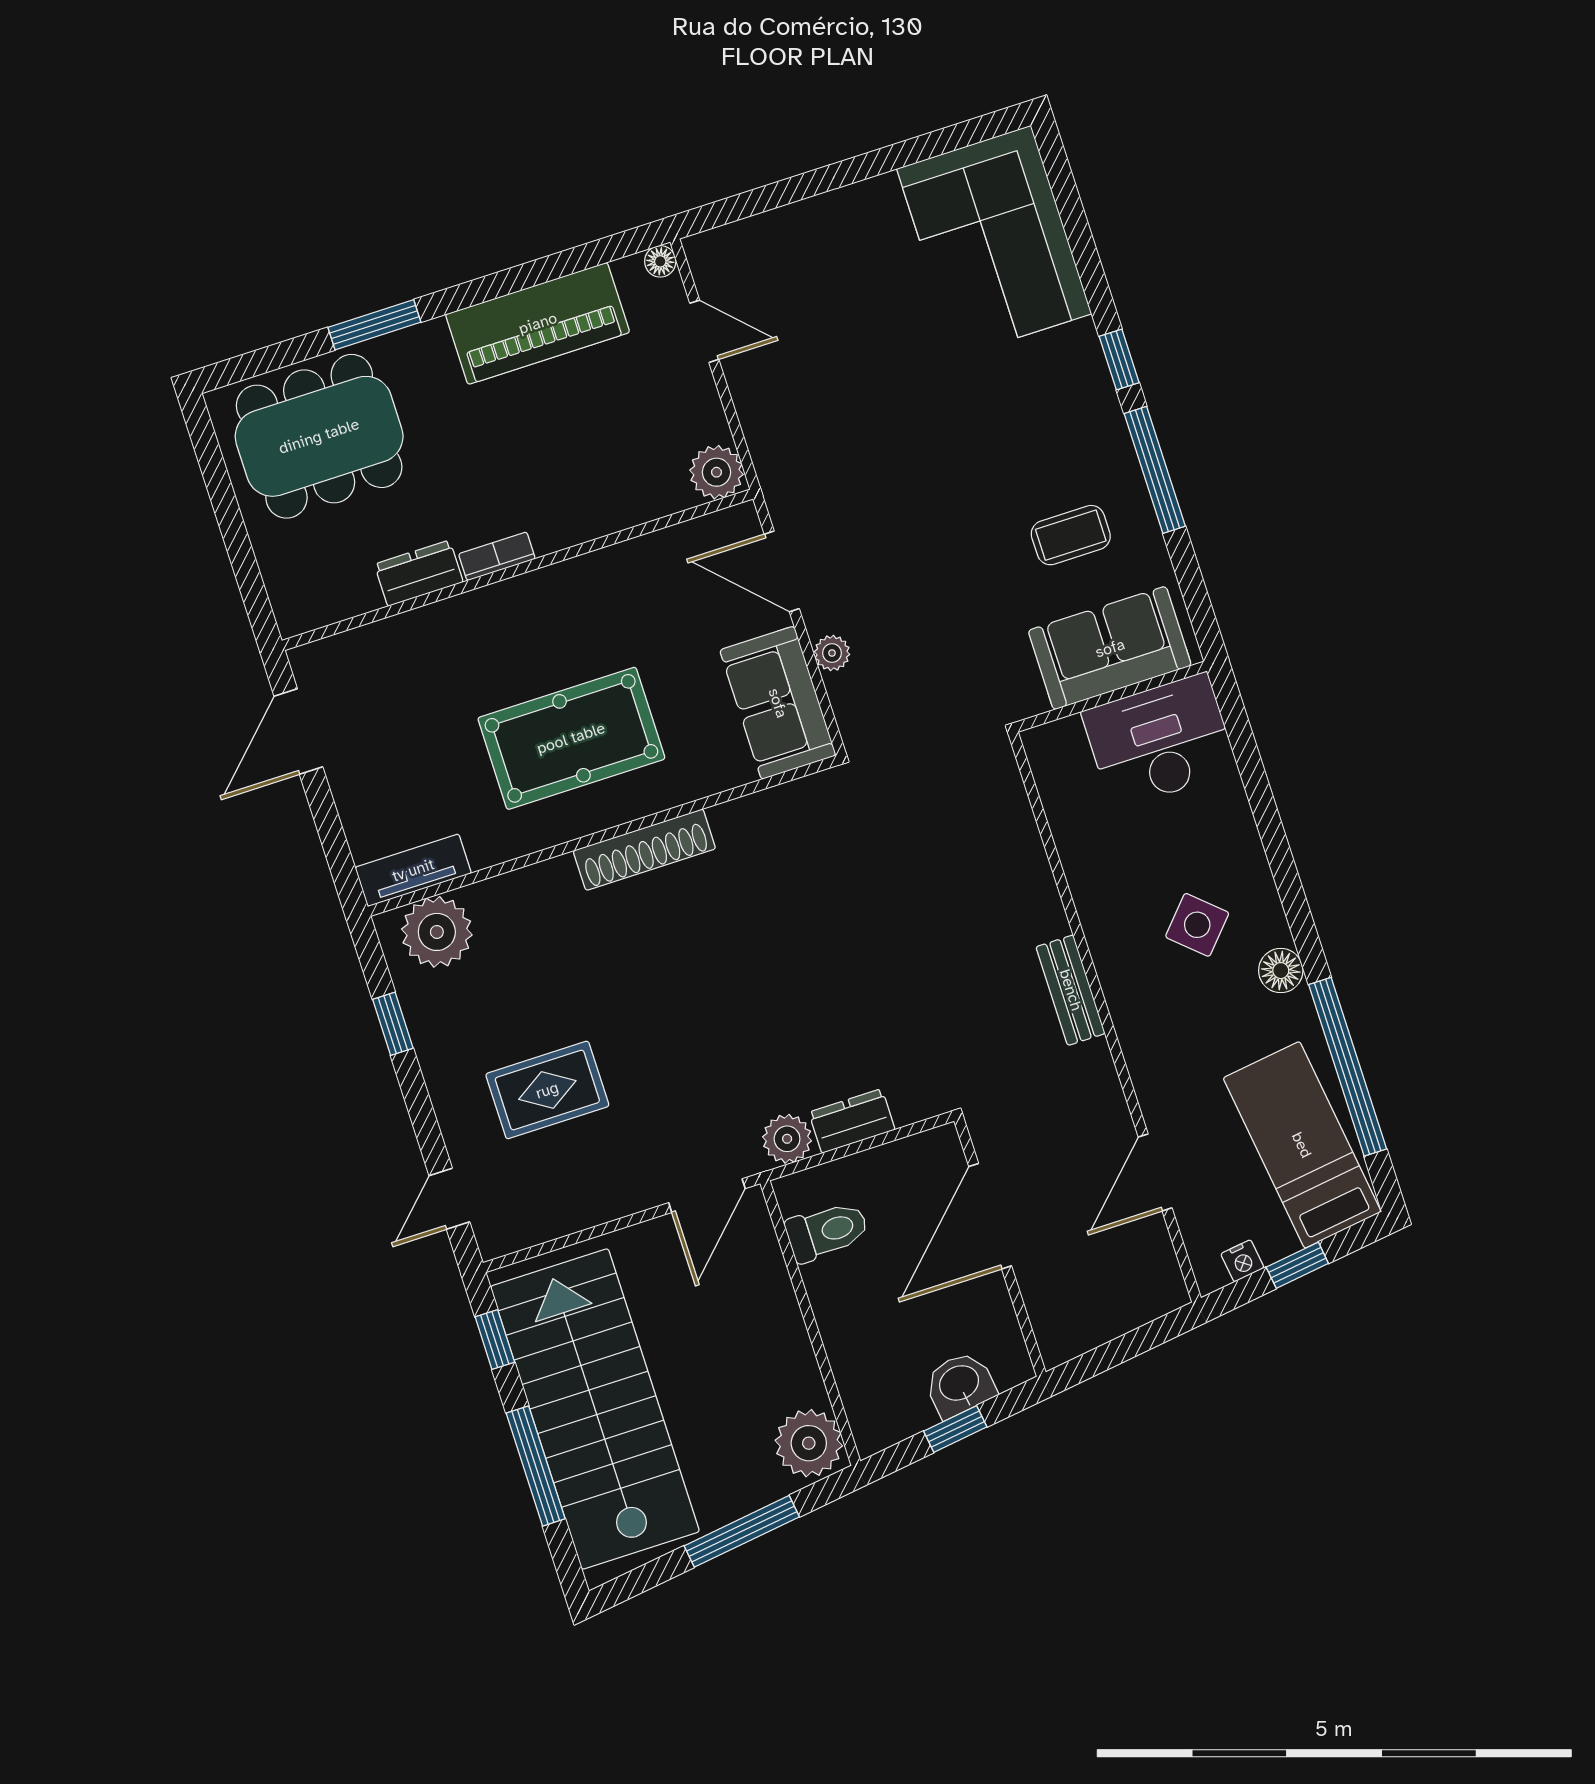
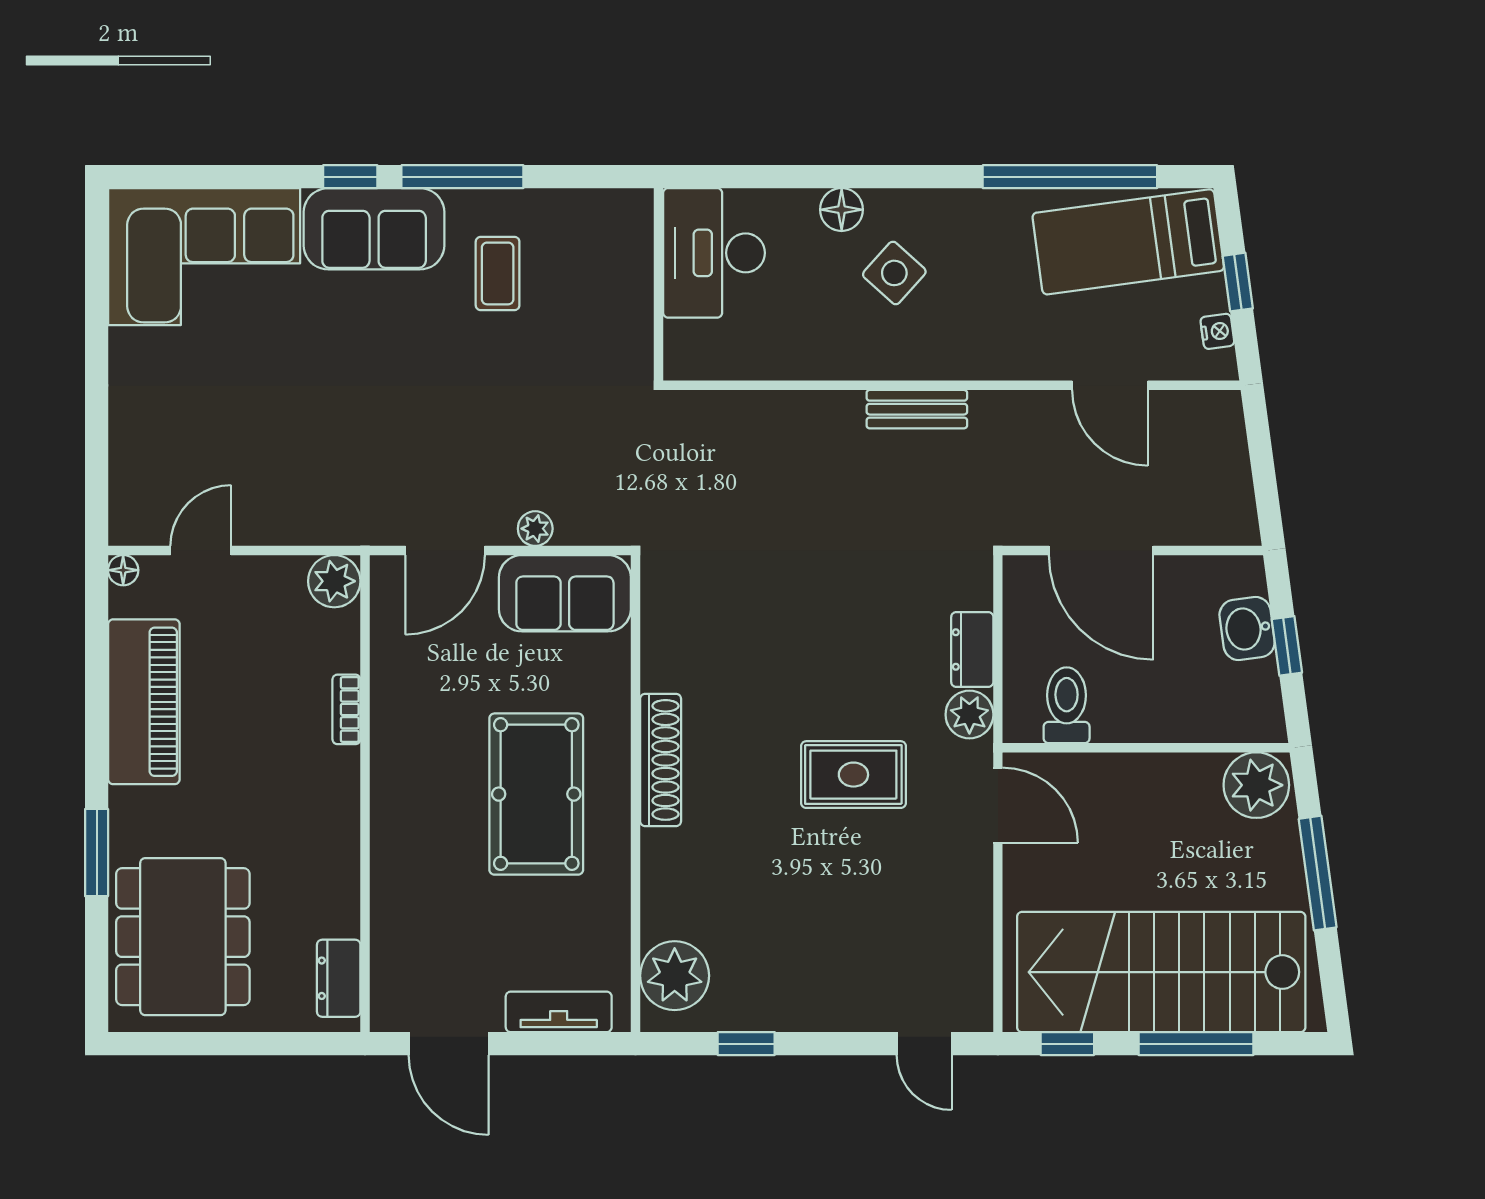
bookcase: (497, 556) -> (346, 709), moved
dresser: (419, 573) -> (339, 978), moved
sofa: (1110, 648) -> (374, 229), moved, turned -90
tv unit: (413, 870) -> (559, 1012), moved, turned 90
floor lamp: (1281, 971) -> (842, 210), moved
rug: (547, 1090) -> (853, 775), moved, turned 90

